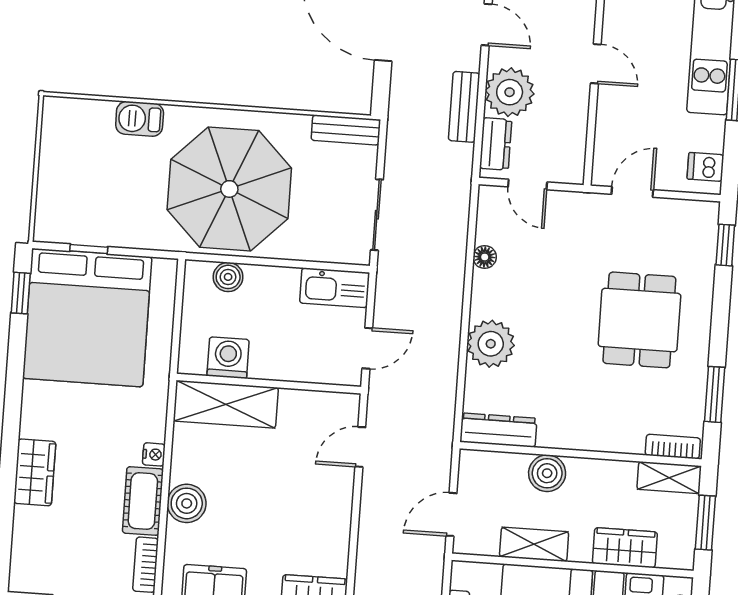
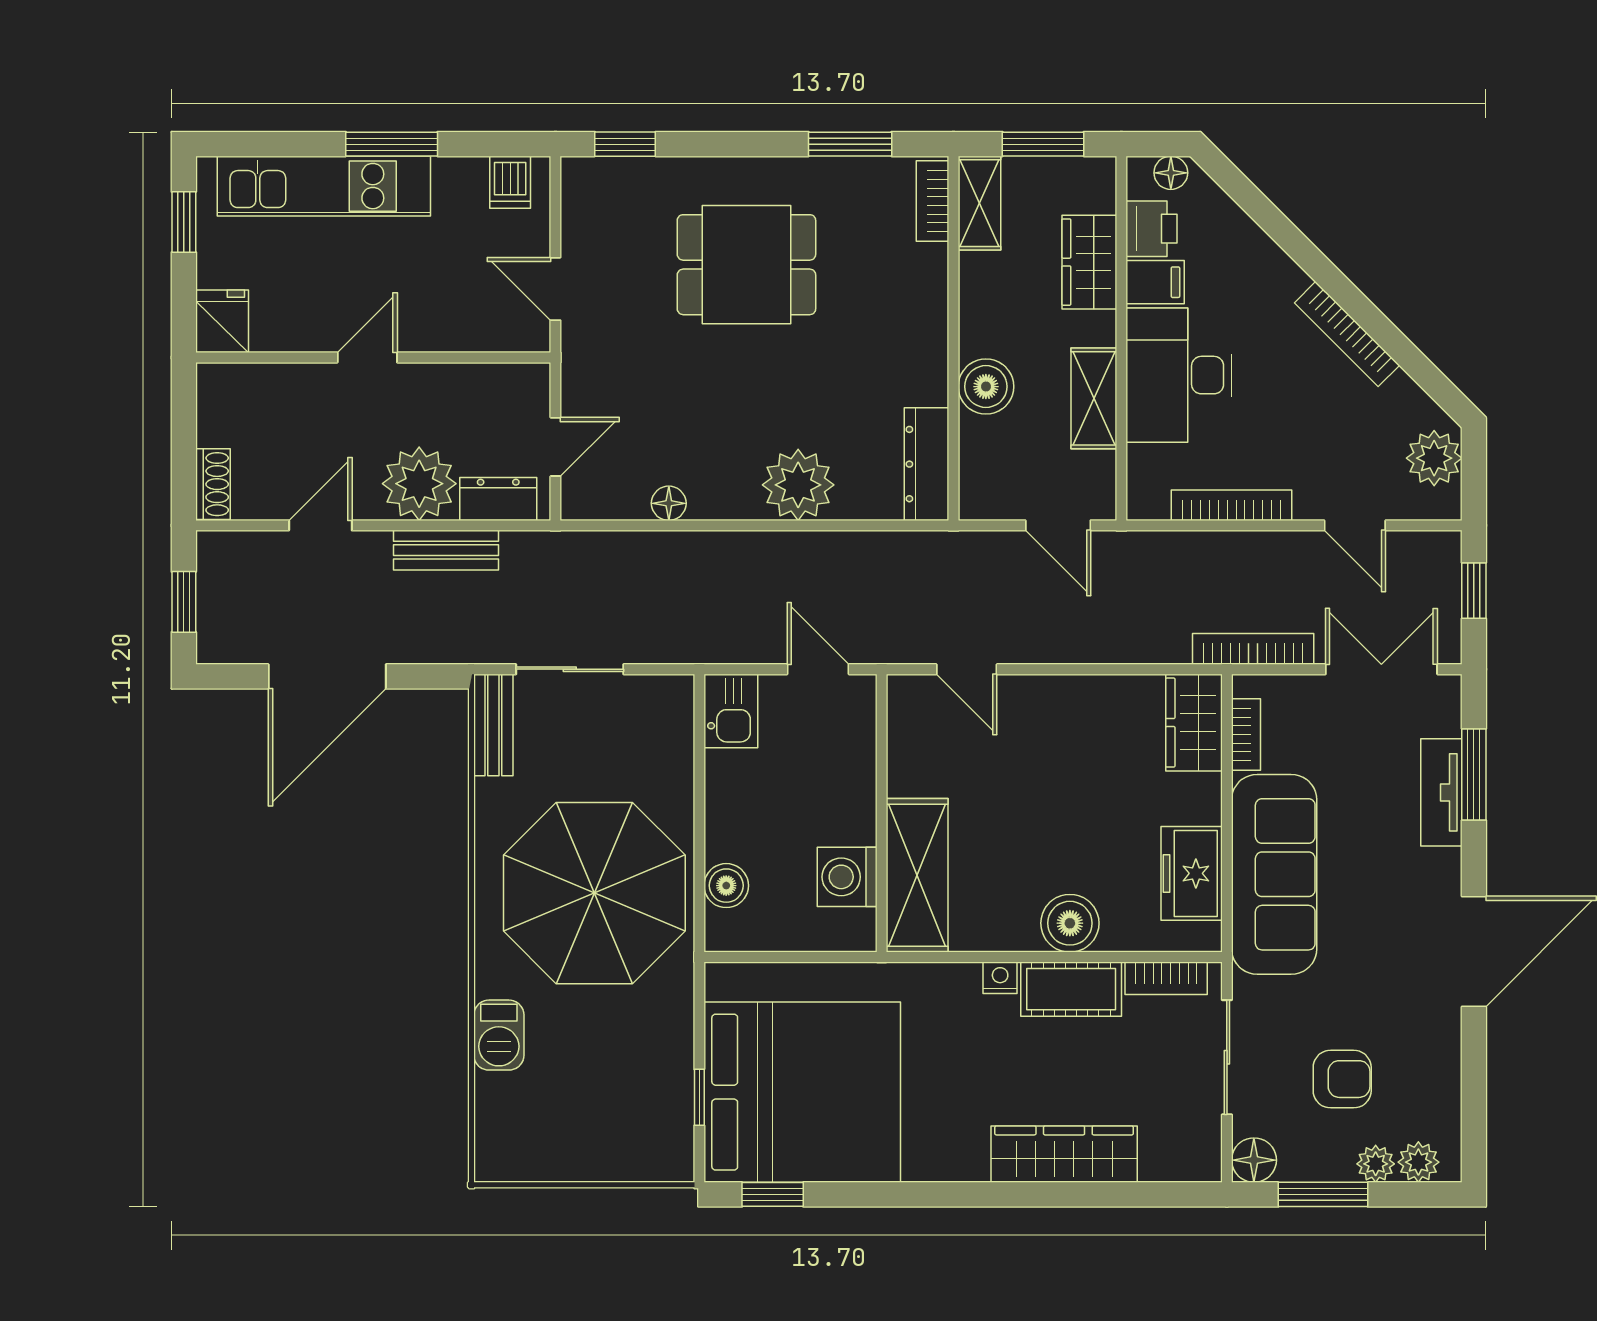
sliding door: (377, 215) -> (570, 669), moved
kitchen sink: (335, 288) -> (731, 711), width x0.73
wardrobe: (35, 472) -> (1064, 1154), width x1.50

